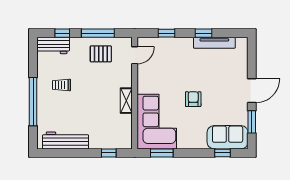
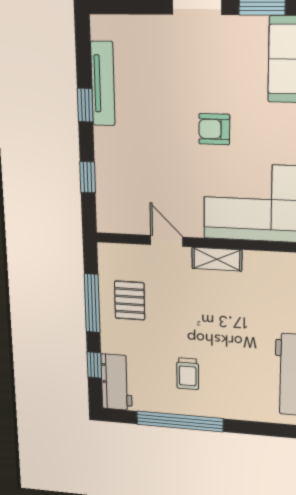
door: (135, 55) -> (167, 241), moved
window: (33, 102) -> (180, 421), moved

